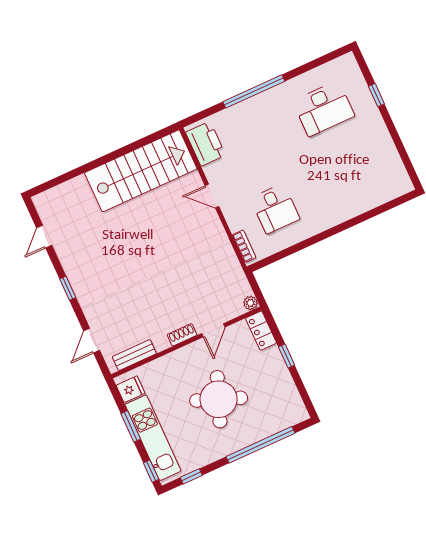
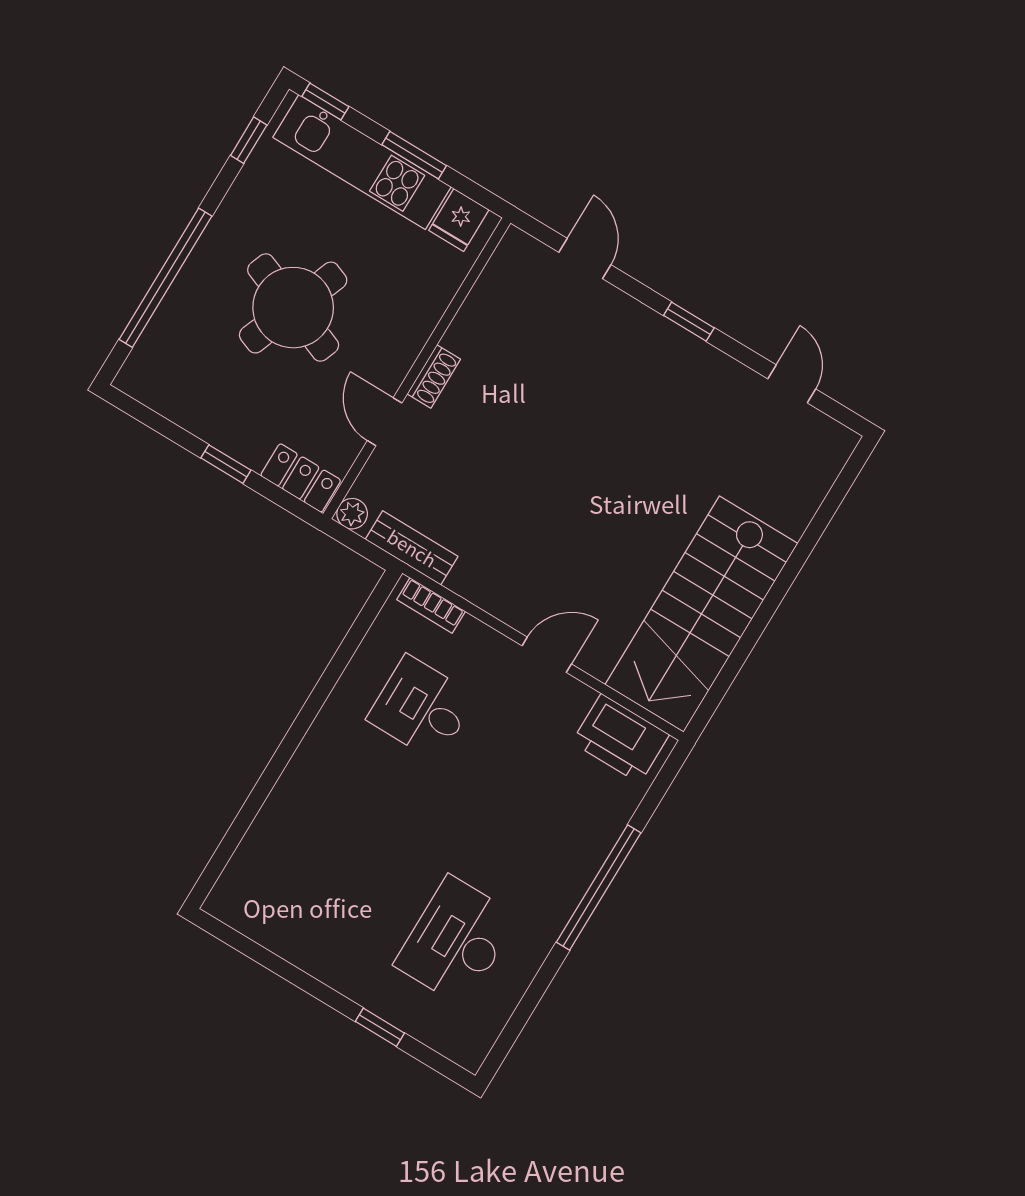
bench: (134, 355) -> (412, 548), moved, turned 90

